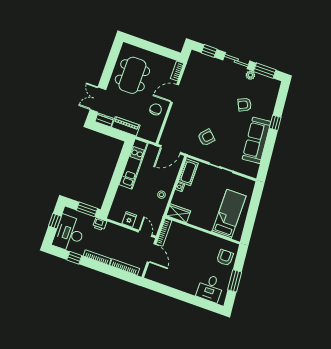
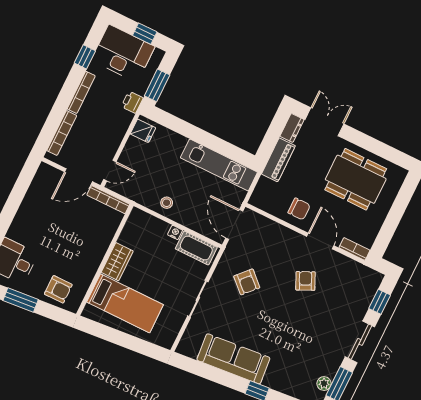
plant: (250, 75) -> (324, 384), moved
armchair: (245, 105) -> (305, 281), moved
wardrobe: (178, 213) -> (117, 262), moved
fridge: (129, 219) -> (143, 131), moved

